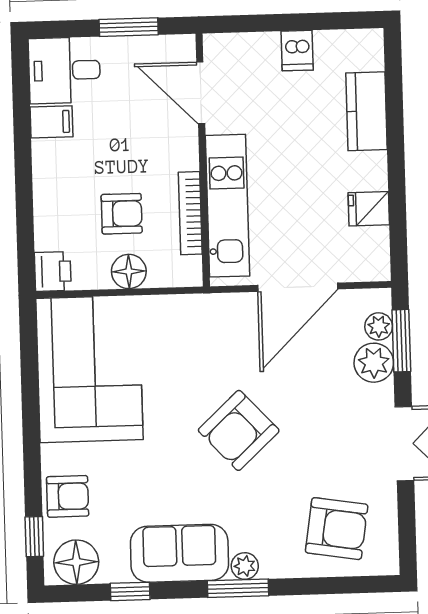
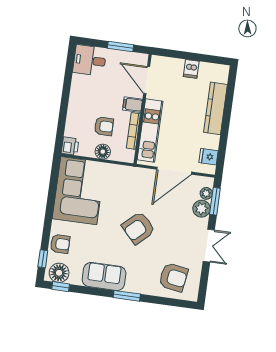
kitchen counter: (366, 111) -> (215, 108), width x1.50
filing cabinet: (51, 122) -> (133, 105), moved, turned 180
fridge: (369, 209) -> (209, 157), moved
plant: (245, 566) -> (131, 287), removed
window: (130, 591) -> (61, 287), moved

